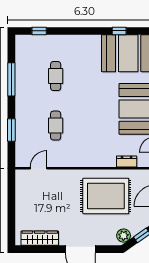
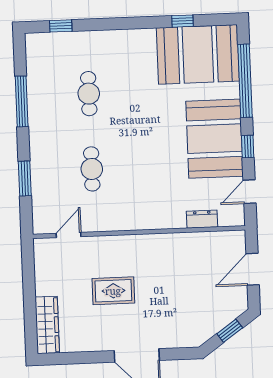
rug: (106, 196) -> (113, 291), moved, width x0.54, depth x0.49
plant: (124, 236) -> (202, 332), removed
wardrobe: (40, 238) -> (47, 325), moved, turned 90

